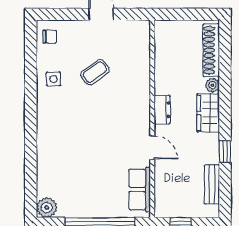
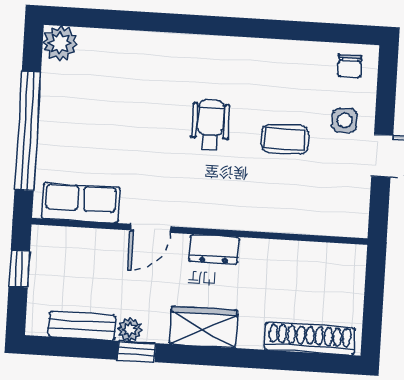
coffee table: (95, 72) -> (285, 139), turned -54
side table: (53, 79) -> (345, 120), moved
plant: (212, 85) -> (130, 330), moved
wheelchair: (89, 116) -> (210, 125), added

